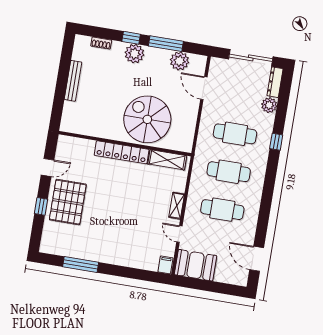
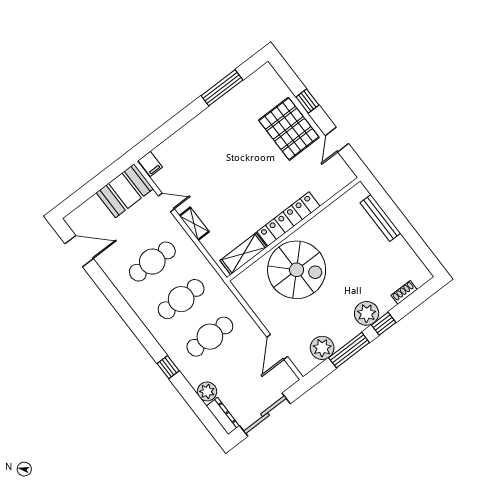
bench: (73, 81) -> (380, 218), moved
door: (204, 88) -> (277, 347), swing flipped

